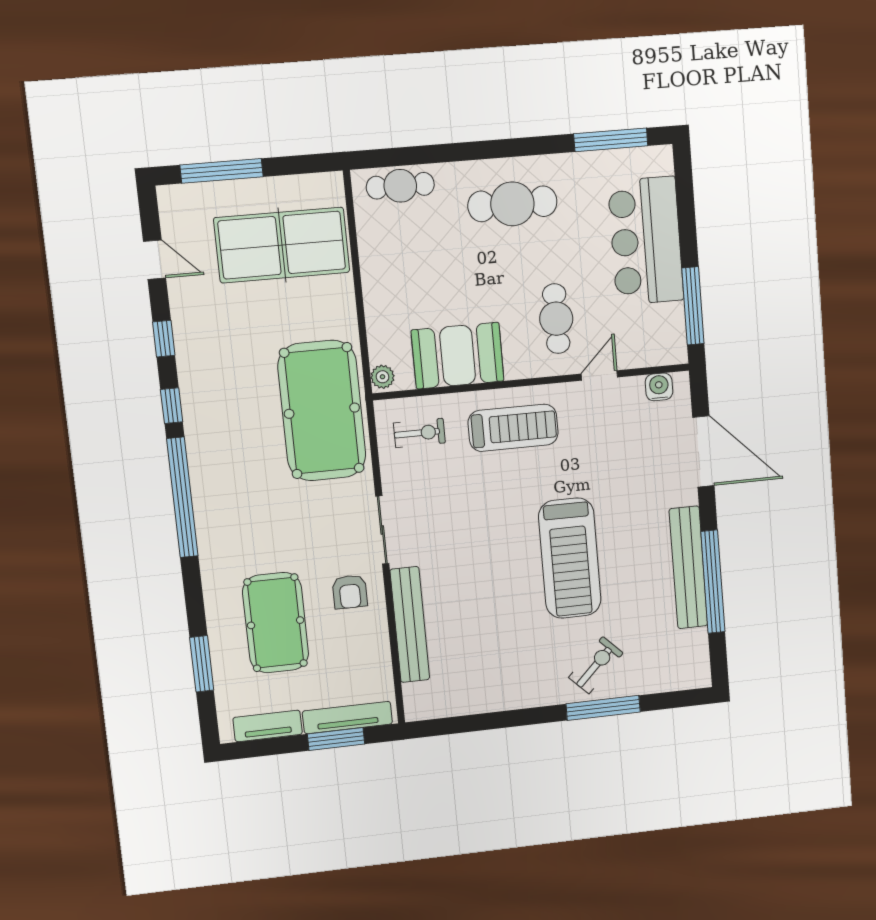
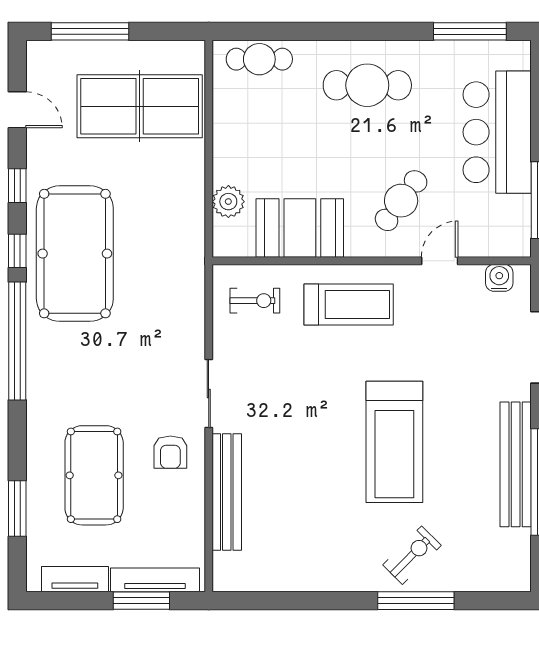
cafe table: (556, 319) -> (401, 201), turned 37
plant: (383, 377) -> (228, 202), moved, width x1.38, depth x1.38
pool table: (322, 411) -> (75, 254), moved

